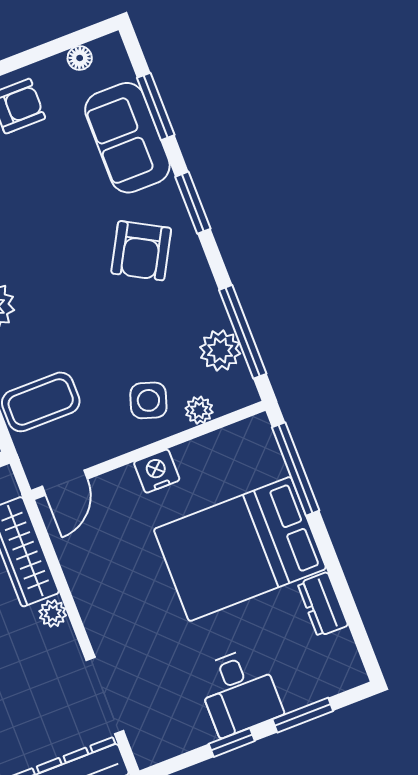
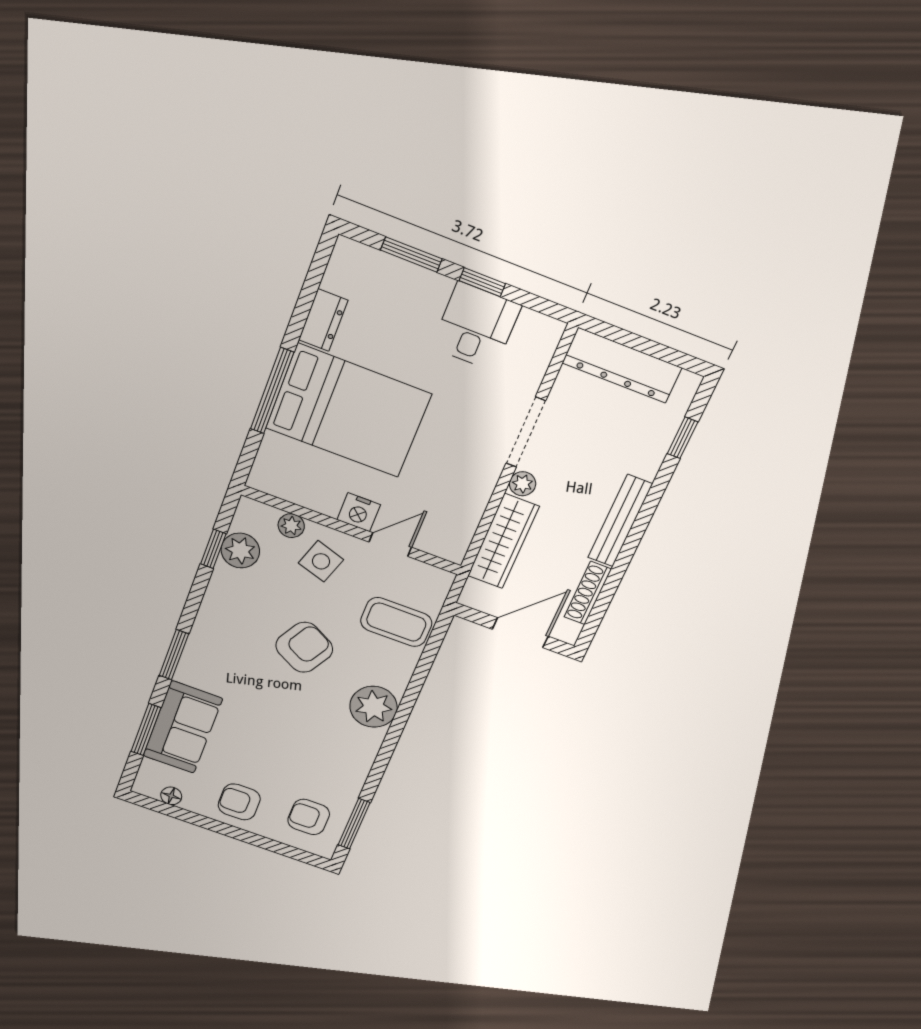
armchair: (141, 251) -> (304, 647), moved
window: (243, 332) -> (213, 549), width x0.46
window: (296, 469) -> (272, 391), moved
door: (65, 483) -> (390, 545), moved
desk: (239, 692) -> (476, 326), moved
doorway: (105, 696) -> (526, 432), moved

